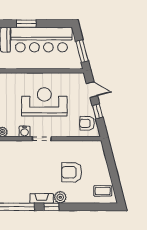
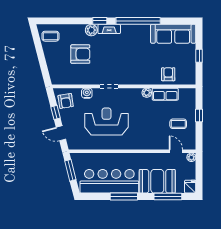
window: (26, 24) -> (124, 197), width x1.44
reception desk: (44, 102) -> (107, 122), turned 180
armchair: (87, 123) -> (66, 101), turned 81
water cooler: (24, 131) -> (87, 93), moved

